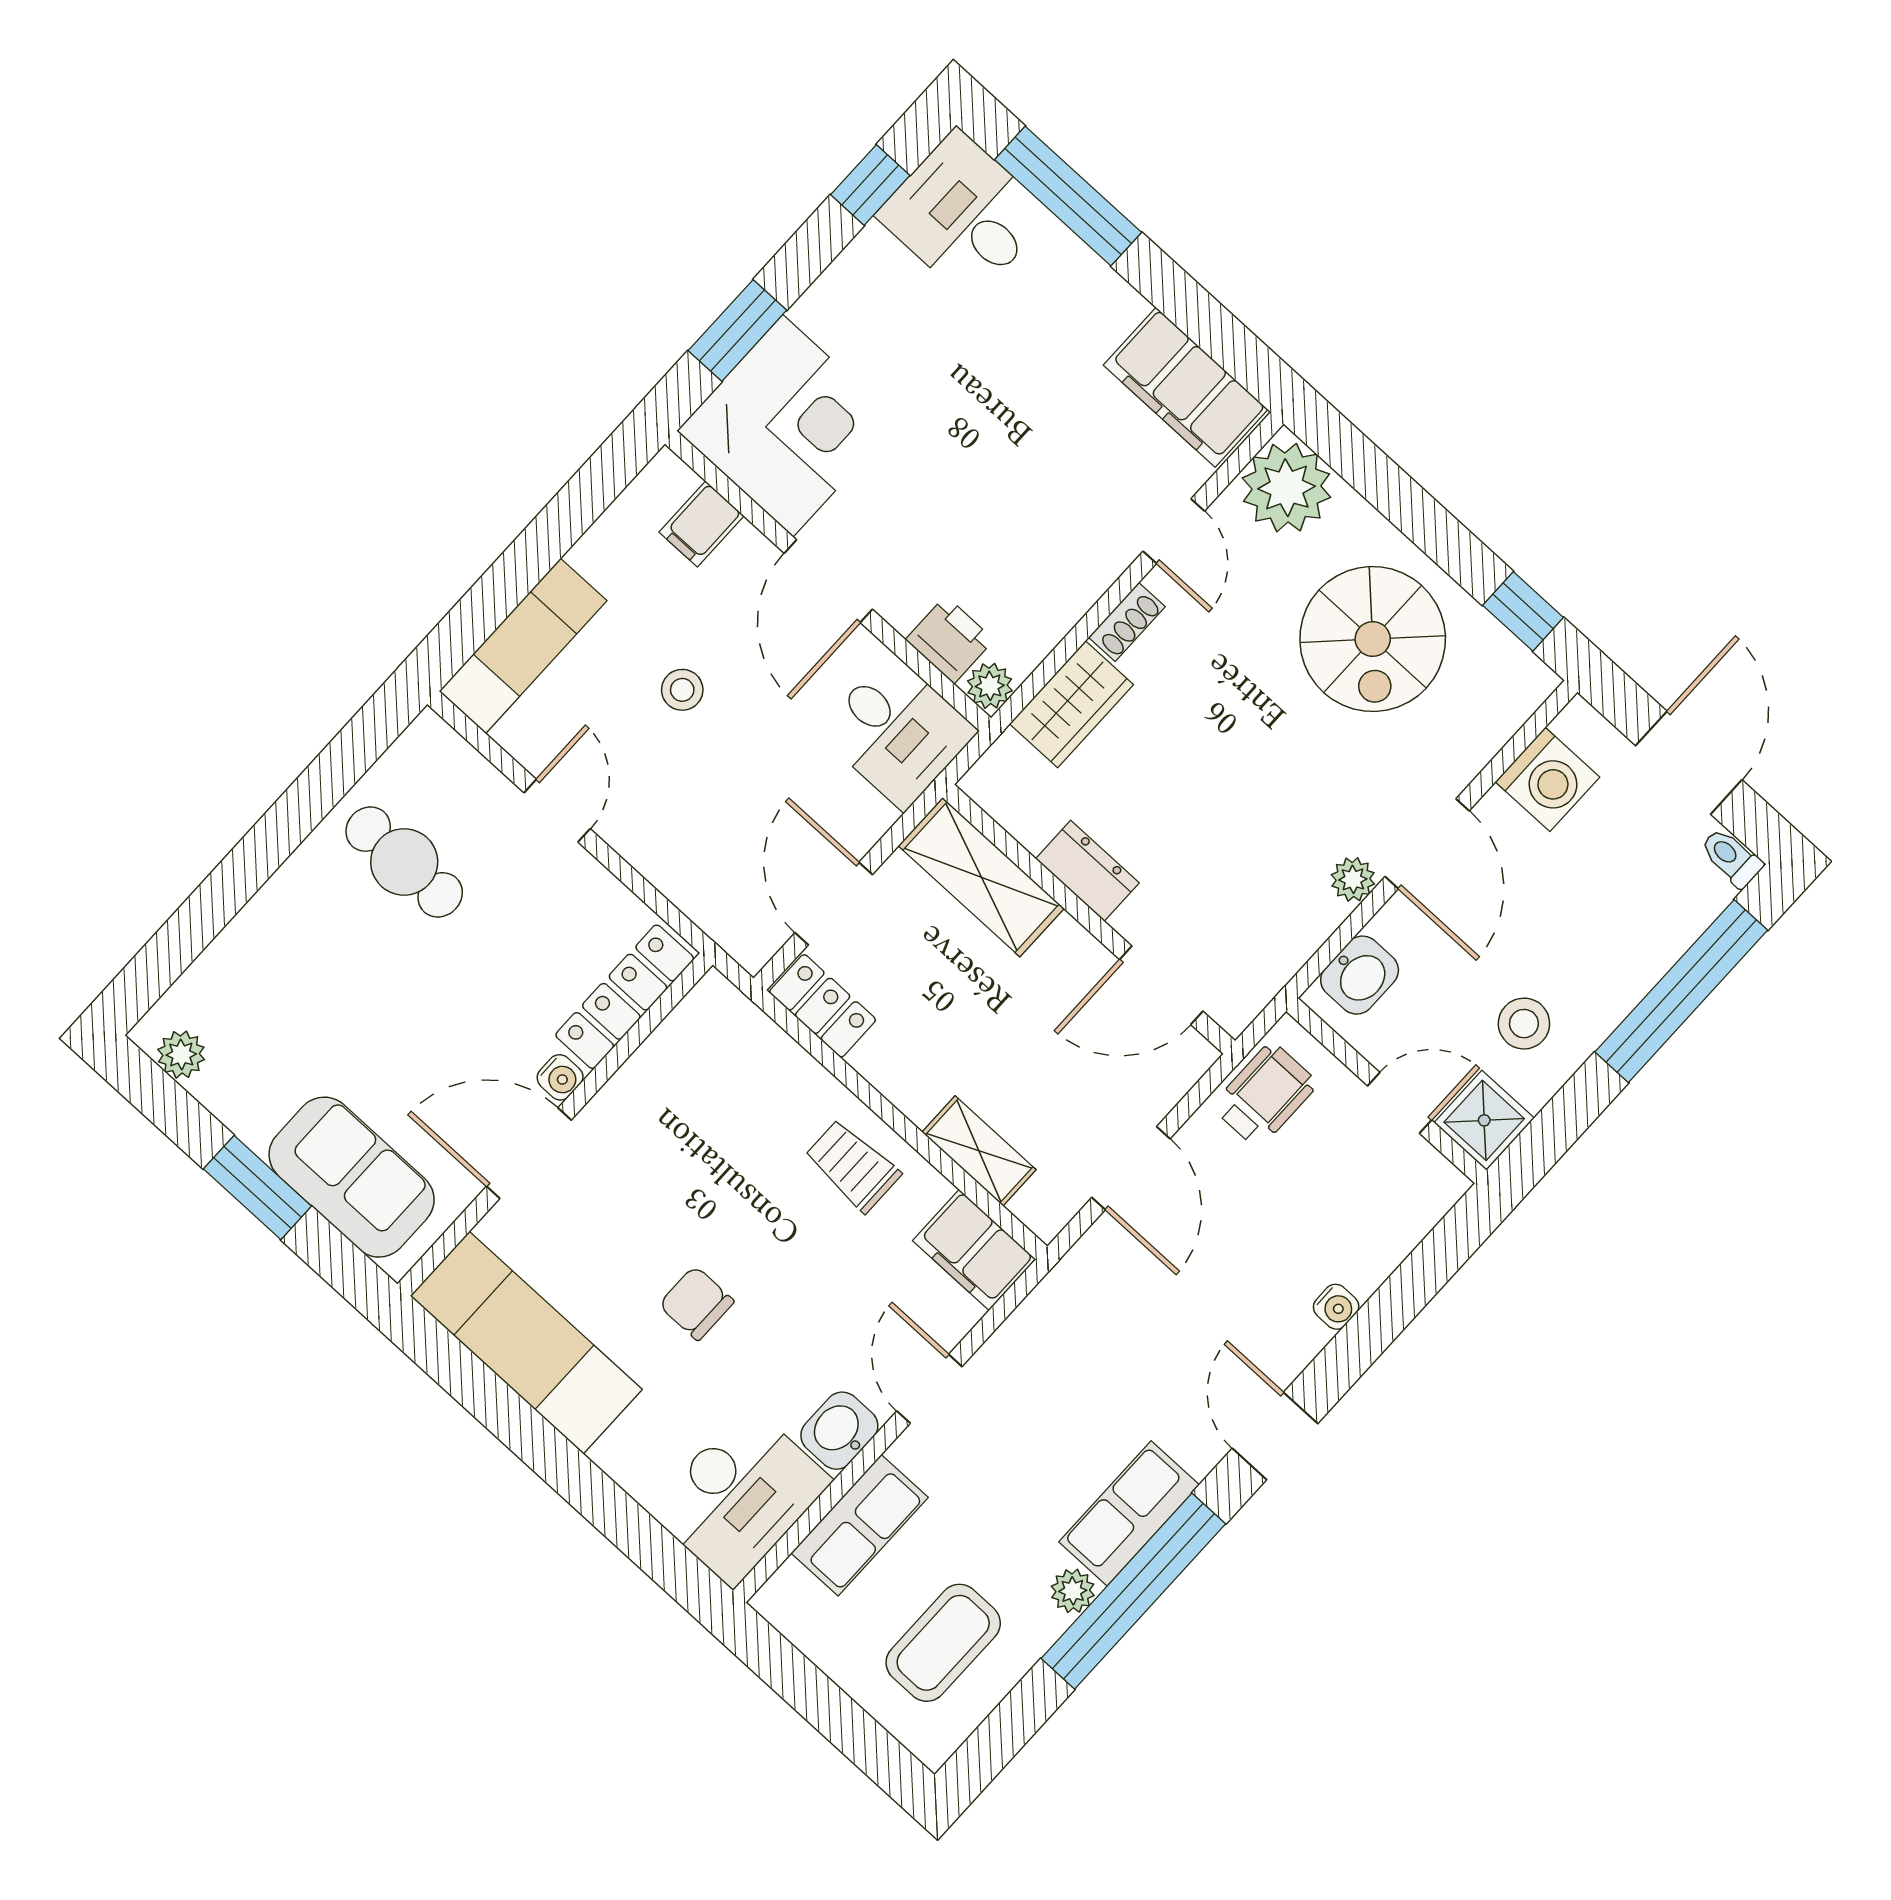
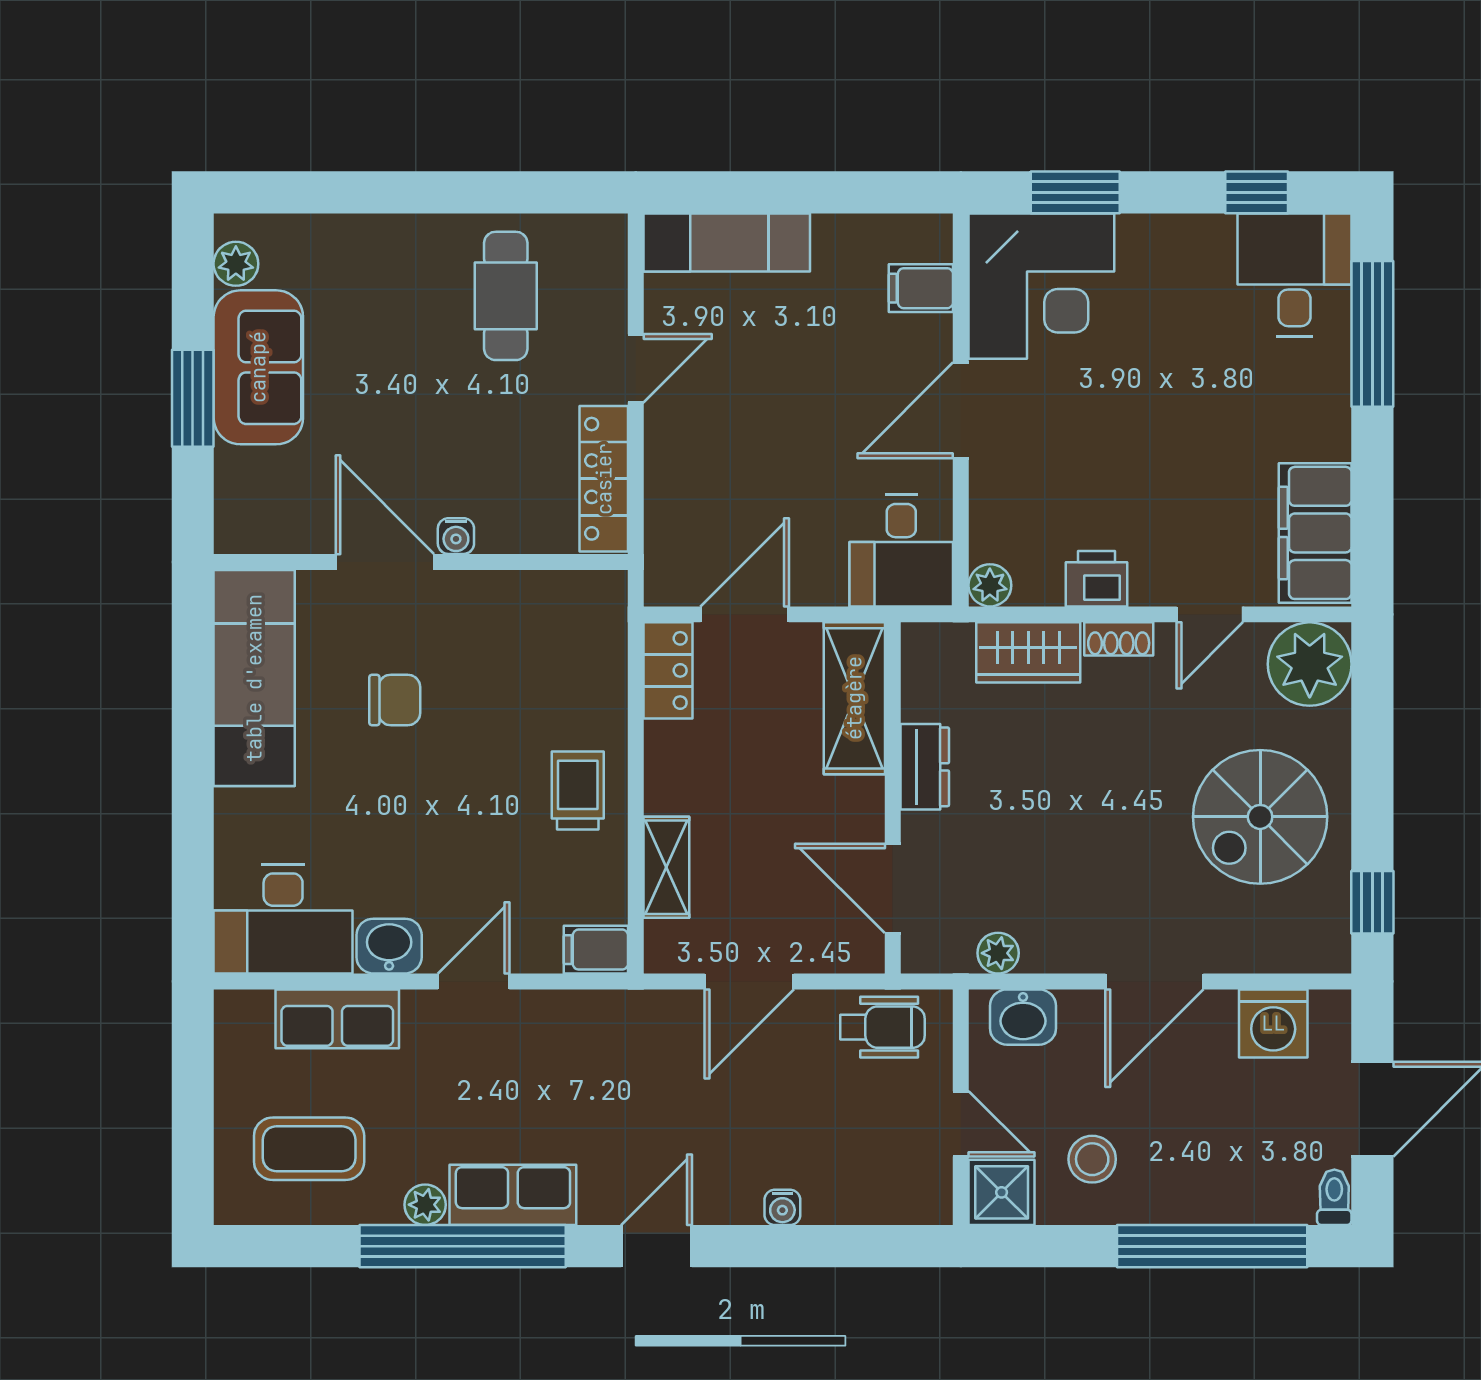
printer: (950, 640) -> (1097, 579), moved, turned -90
stool: (682, 690) -> (796, 378), removed
plant: (1353, 879) -> (998, 953), moved
locker: (625, 997) -> (604, 479), moved, turned -90
sofa: (352, 1177) -> (258, 367), moved
filing cabinet: (974, 1250) -> (596, 950), width x0.50
chair: (696, 1303) -> (395, 700), moved, turned 90

